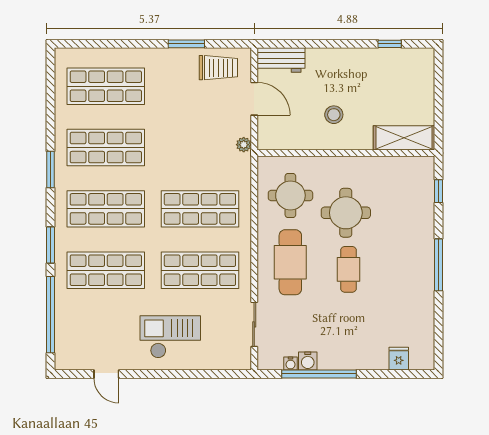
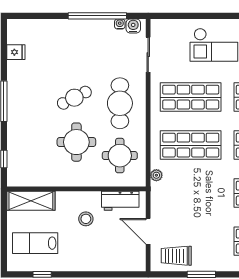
workbench: (281, 60) -> (120, 201), moved, turned 180
lab bench: (399, 84) -> (35, 243), added
plant: (244, 145) -> (156, 175), moved
cafe table: (348, 269) -> (74, 98), turned 63
fridge: (399, 359) -> (16, 52), moved, turned -90
water cooler: (308, 361) -> (133, 26), moved

